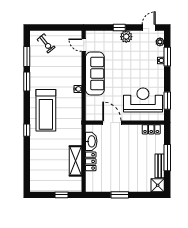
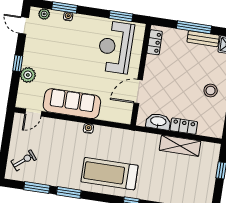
plant: (126, 37) -> (28, 75), moved
treadmill: (46, 110) -> (110, 174), turned 180
stool: (121, 178) -> (211, 91), added

